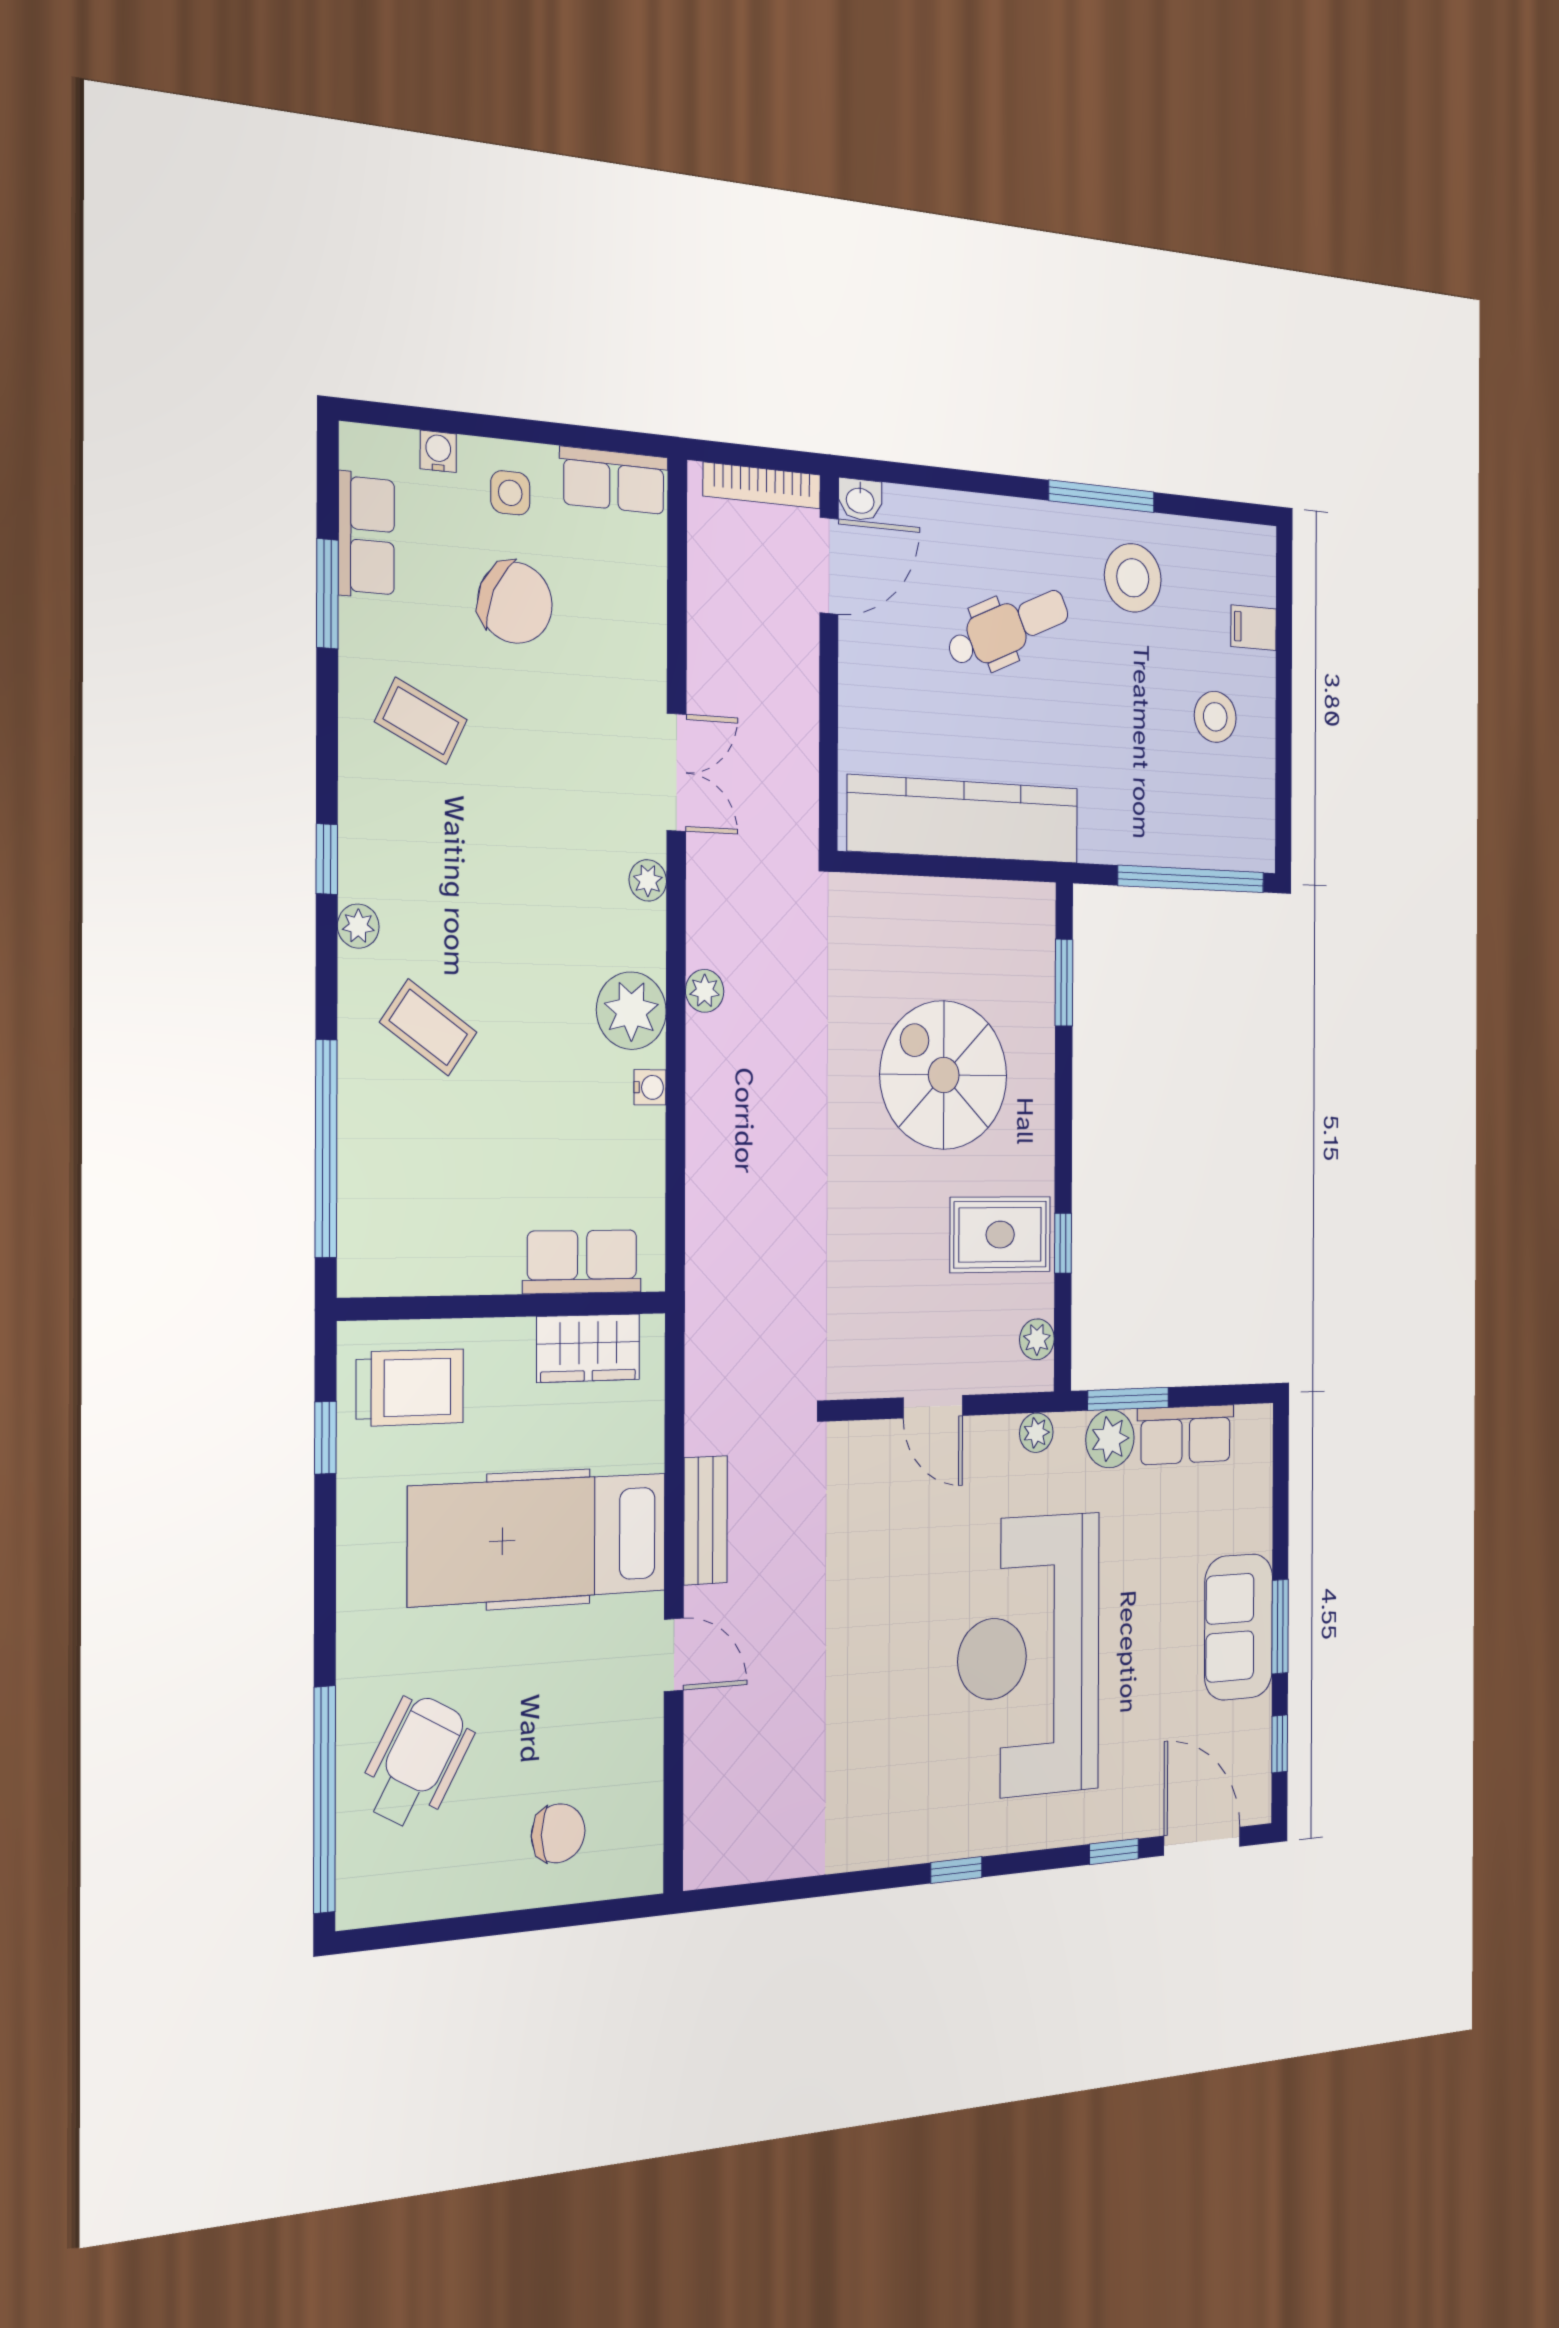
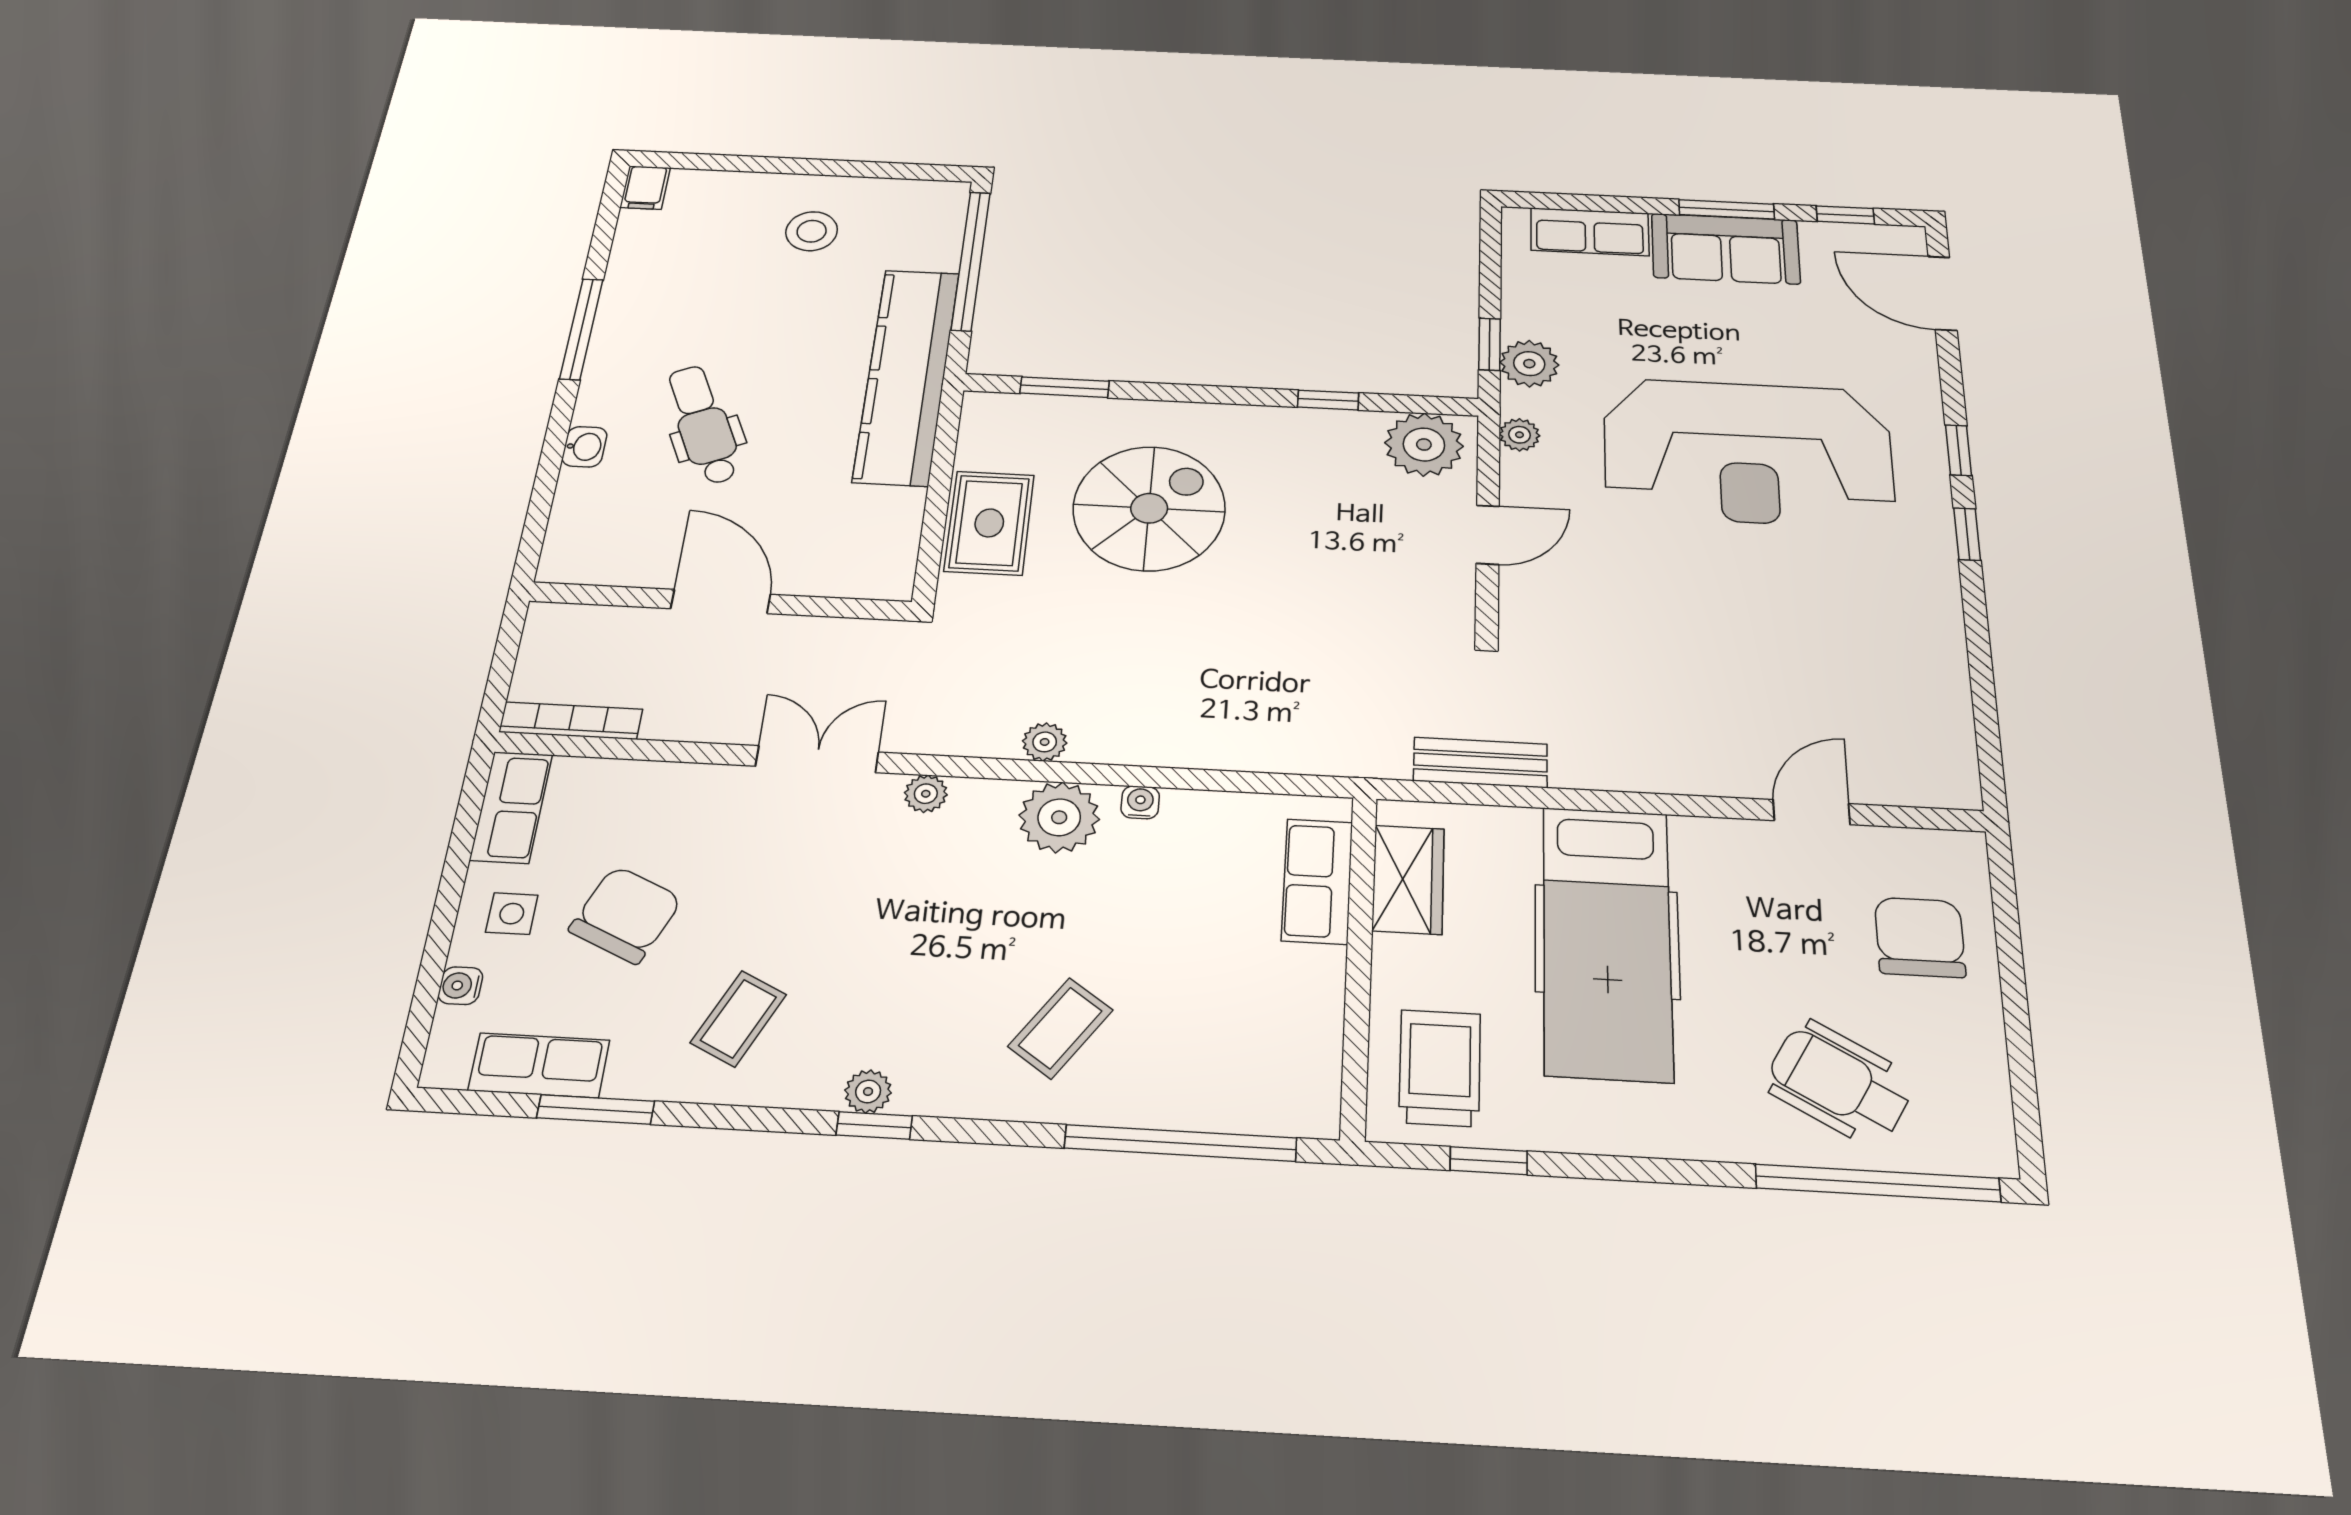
bookcase: (762, 485) -> (571, 721), moved, turned -90
washbasin: (860, 500) -> (584, 447), moved
door: (829, 566) -> (721, 601), moved
stool: (1133, 578) -> (666, 303), removed
filing cabinet: (1254, 628) -> (645, 188), moved
kitchen counter: (964, 819) -> (907, 376), moved
plant: (358, 926) -> (868, 1092), moved
spiral stairs: (944, 1075) -> (1149, 508), turned 180
rug: (1000, 1235) -> (989, 523), moved
plant: (1037, 1339) -> (1424, 445), width x1.87, depth x1.87
window: (1128, 1399) -> (1490, 344), width x0.67
row of seats: (1186, 1435) -> (1590, 232), moved, turned 90
bench: (706, 1520) -> (1480, 762), moved
door: (674, 1655) -> (1812, 812), moved
chair: (558, 1833) -> (1920, 937), width x1.37, depth x1.37
door: (1202, 1841) -> (1942, 293), hinge flipped
window: (1114, 1851) -> (1959, 450), moved

